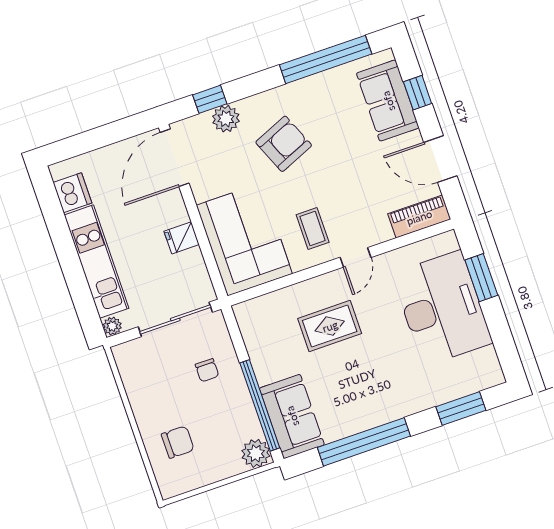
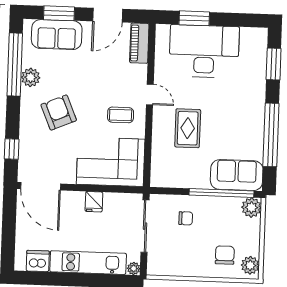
window: (418, 93) -> (59, 13), width x1.50
plant: (226, 119) -> (31, 77), moved
plant: (177, 482) -> (250, 265), added

